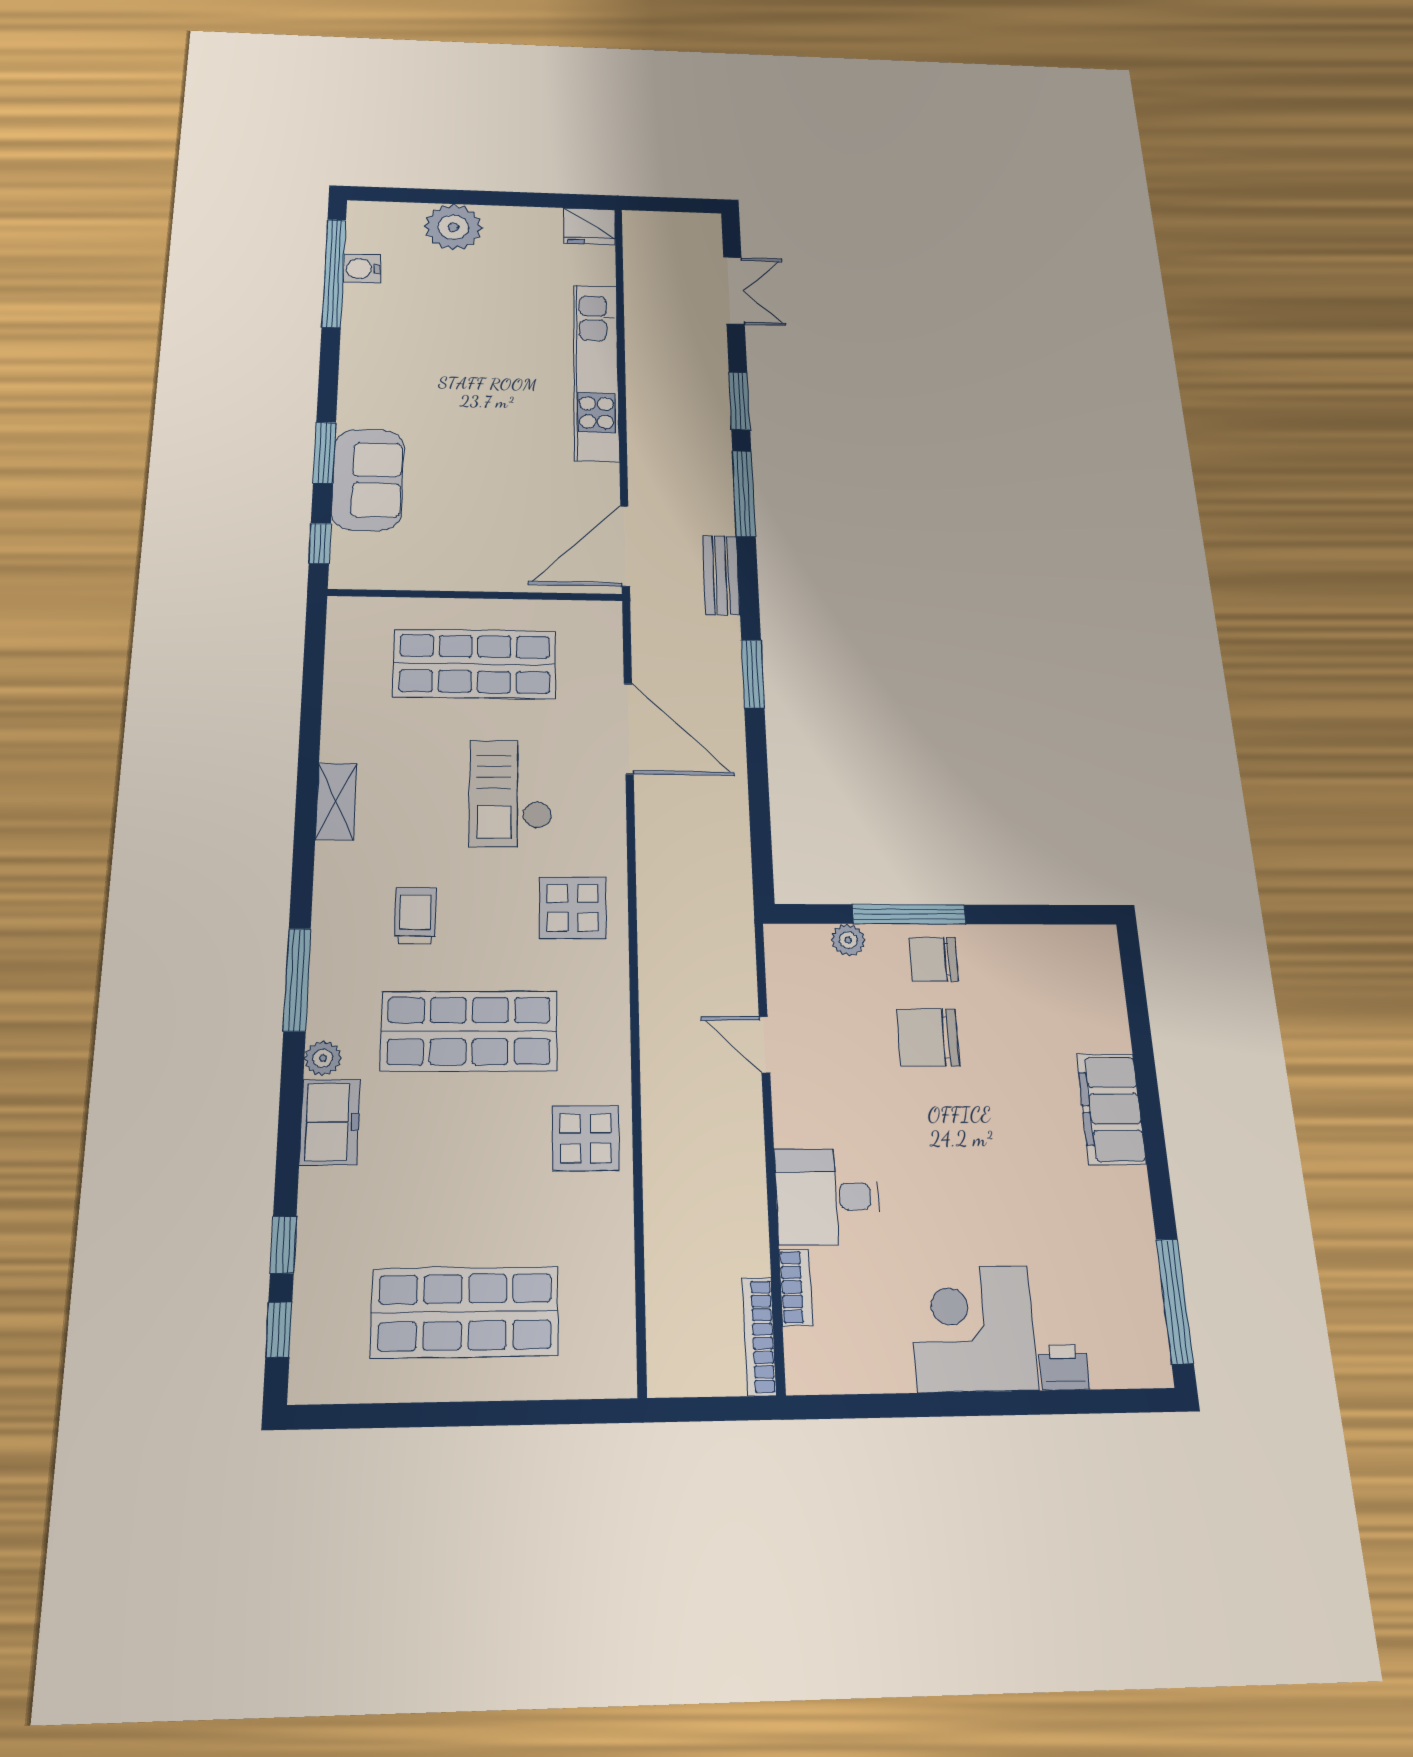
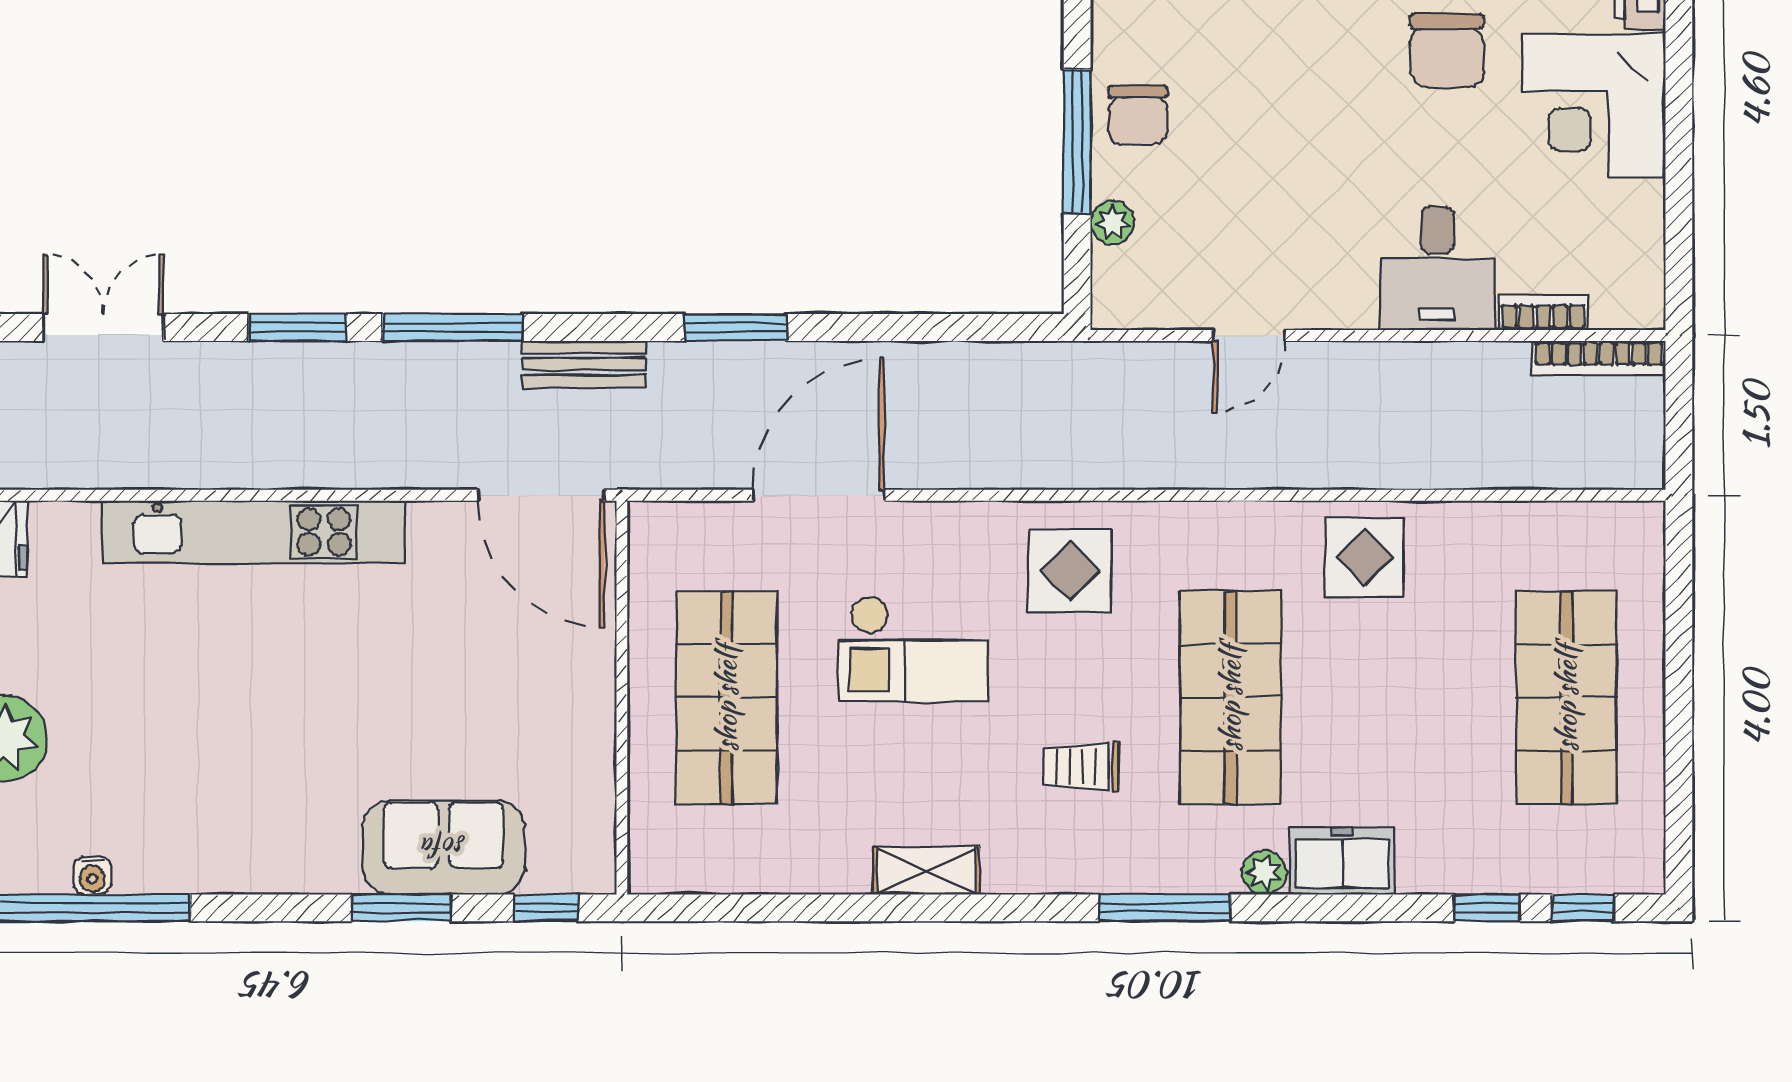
water cooler: (362, 269) -> (92, 876), width x0.72, depth x0.72
chair: (928, 1038) -> (1447, 51), moved

